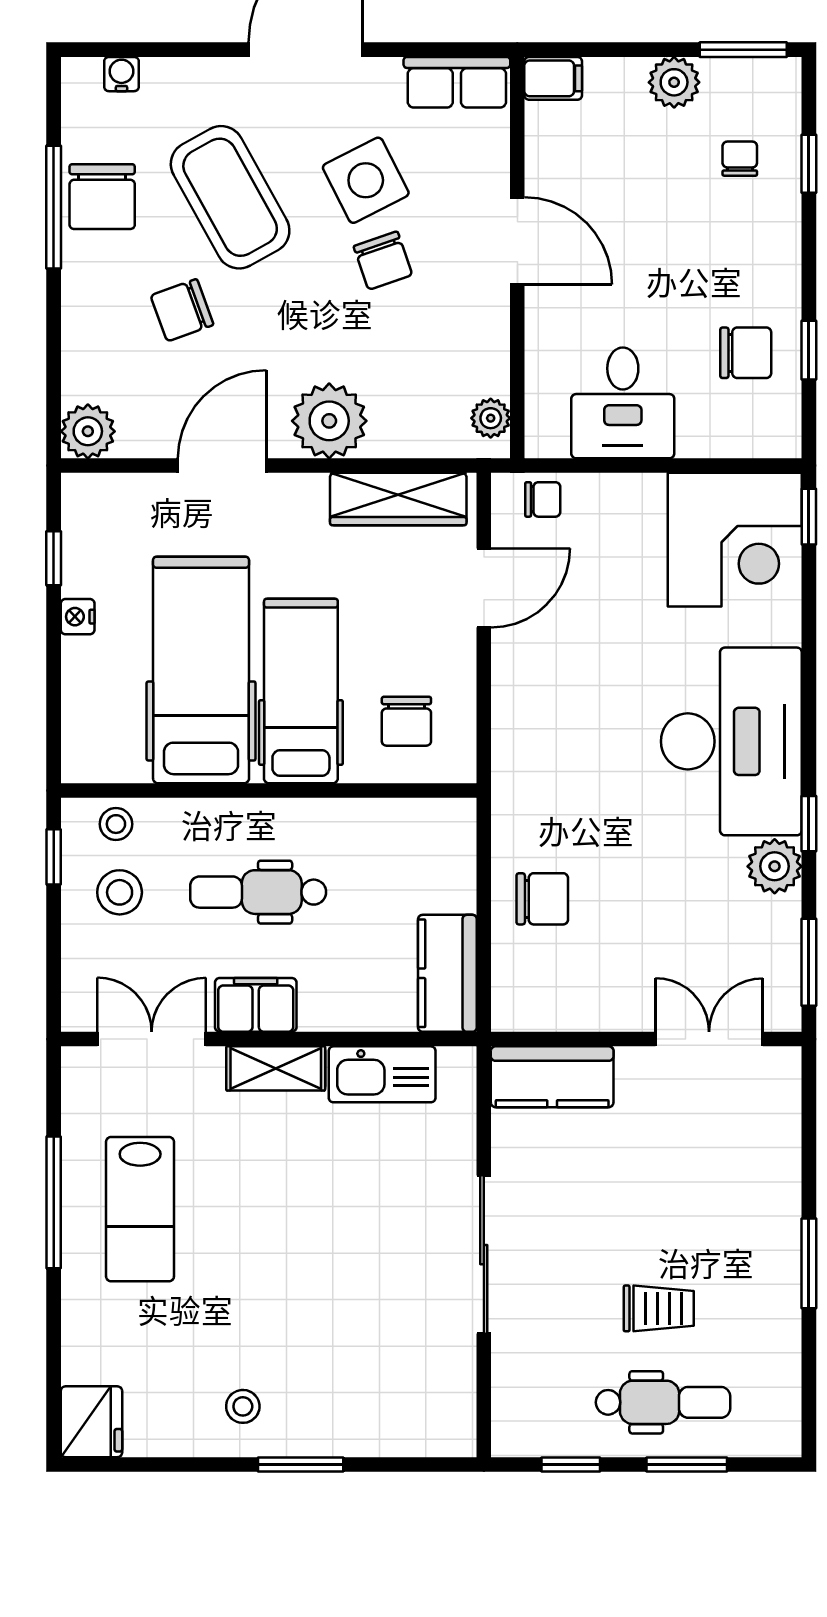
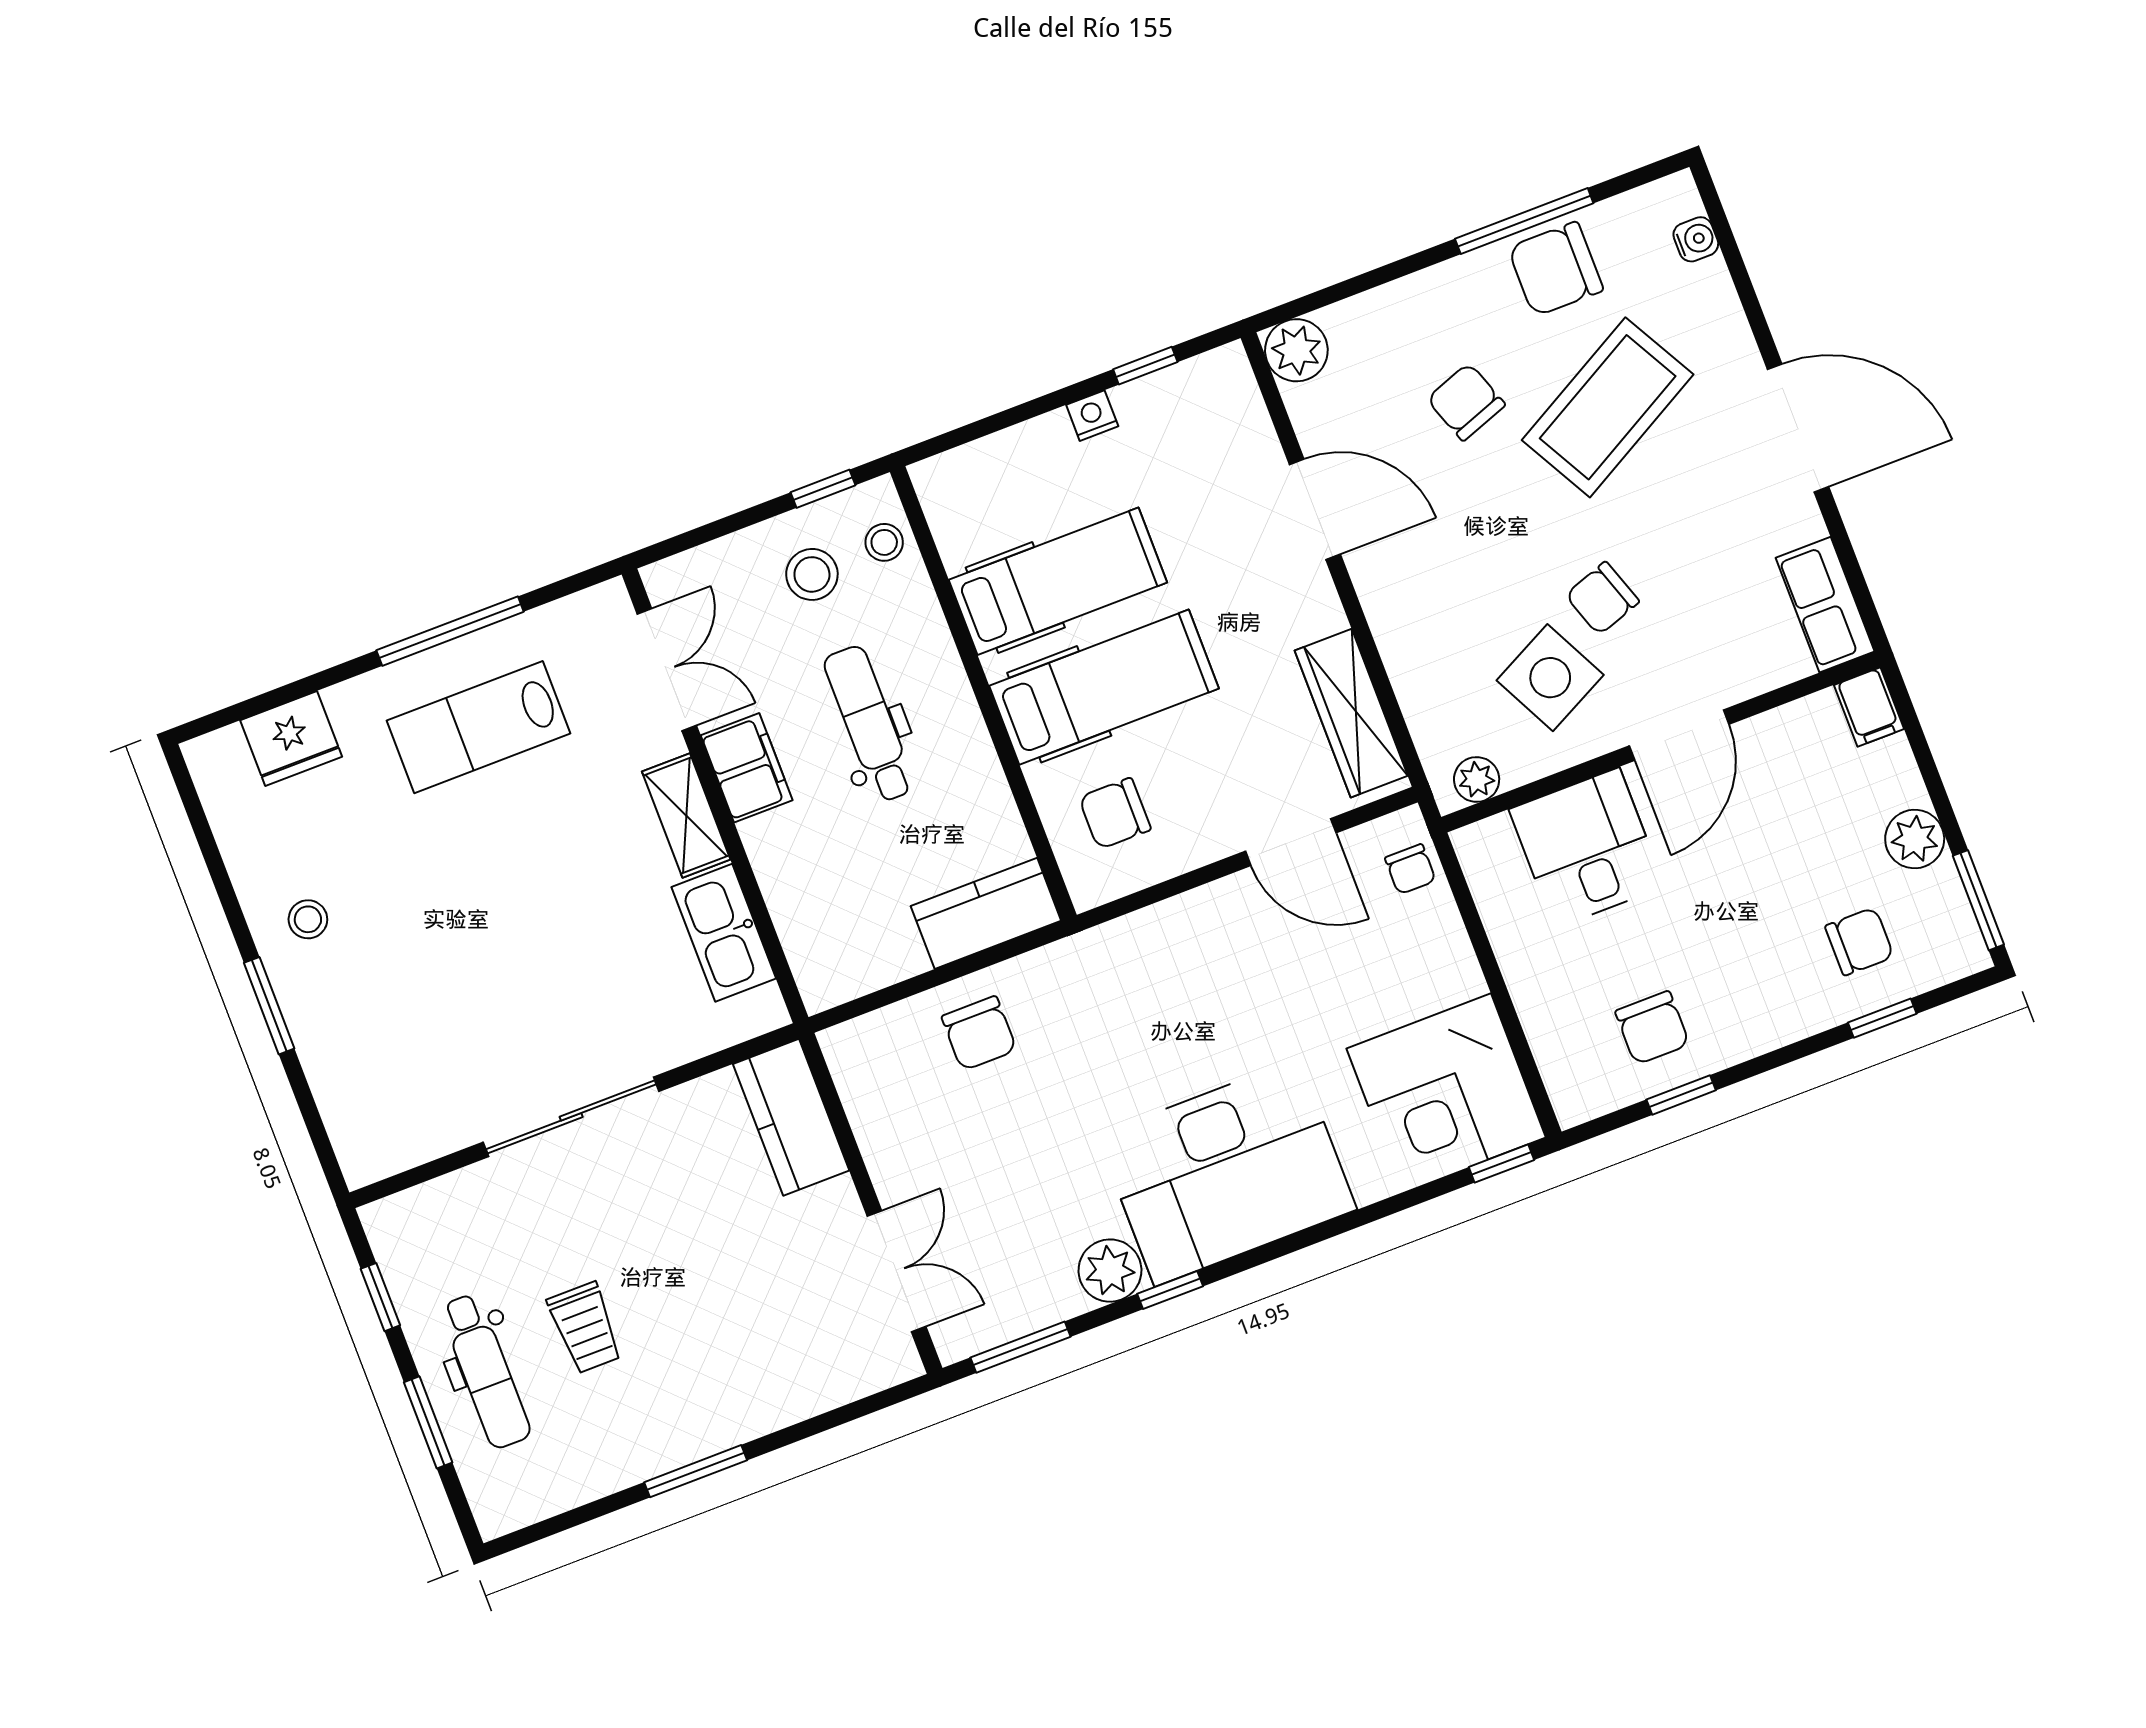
chair: (740, 159) -> (1859, 941), width x1.37, depth x1.37
side table: (366, 180) -> (1550, 678), moved
desk: (623, 403) -> (1587, 848), moved, turned 90
plant: (329, 421) -> (1407, 606), removed
hospital bed: (201, 670) -> (1058, 581), width x0.73, depth x0.78
kitchen counter: (447, 973) -> (986, 913), moved
fridge: (91, 1422) -> (291, 738), moved

